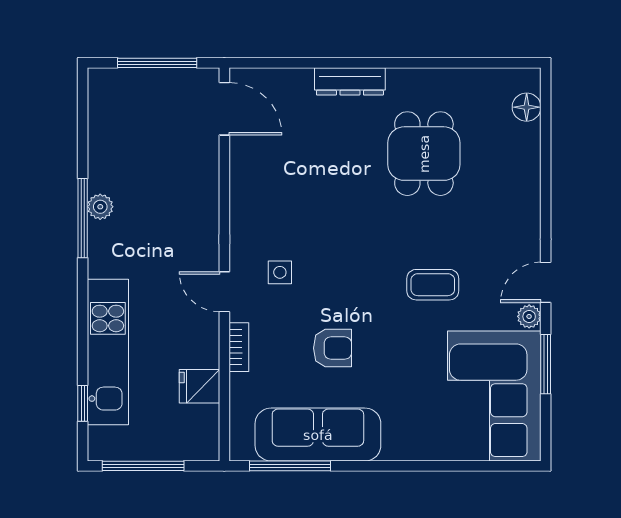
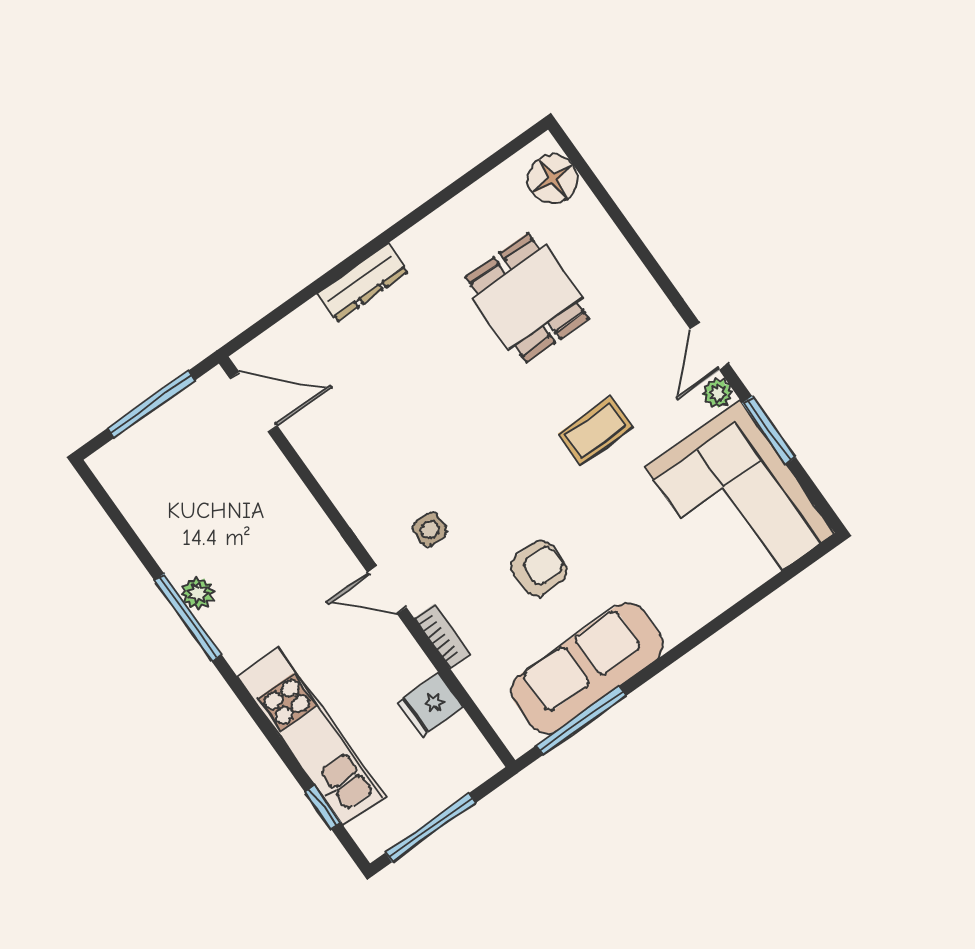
floor lamp: (527, 107) -> (553, 179), width x1.38, depth x1.38
dining table: (424, 154) -> (527, 298), moved

